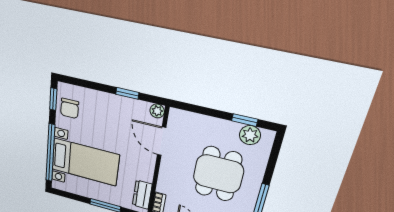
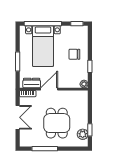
chair: (70, 108) -> (74, 54), moved
door: (162, 141) -> (49, 89), moved
dining table: (218, 174) -> (57, 123), turned 90

